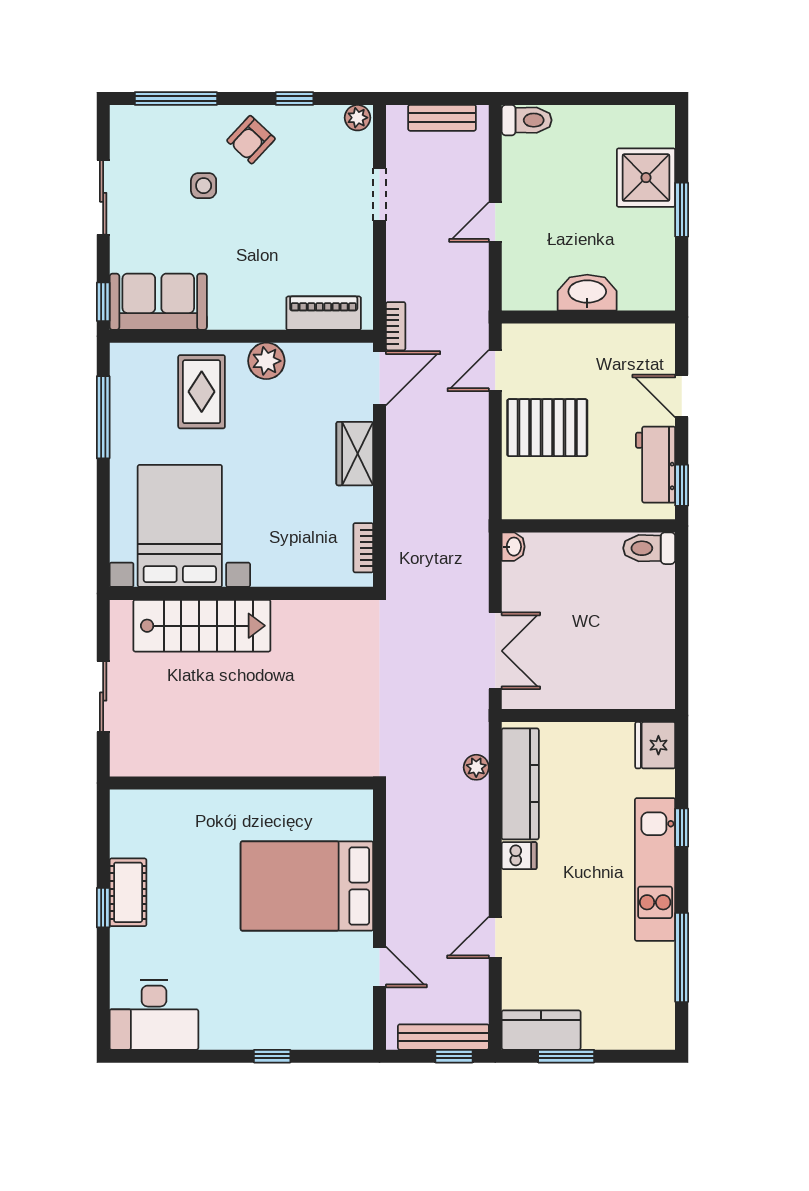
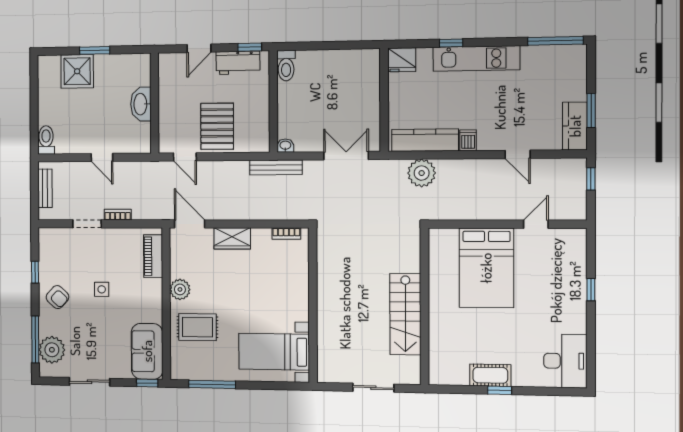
plant: (357, 118) -> (52, 350), moved, width x1.88, depth x1.88
side table: (204, 186) -> (102, 289), moved
bookcase: (396, 326) -> (118, 215), moved
bed with nightstands: (180, 526) -> (274, 352), width x0.73
stairs: (202, 626) -> (405, 314), moved, turned 180
plant: (476, 767) -> (422, 173), width x1.88, depth x1.88
window: (682, 957) -> (555, 41), moved
bench: (443, 1037) -> (276, 167), moved, turned 90

